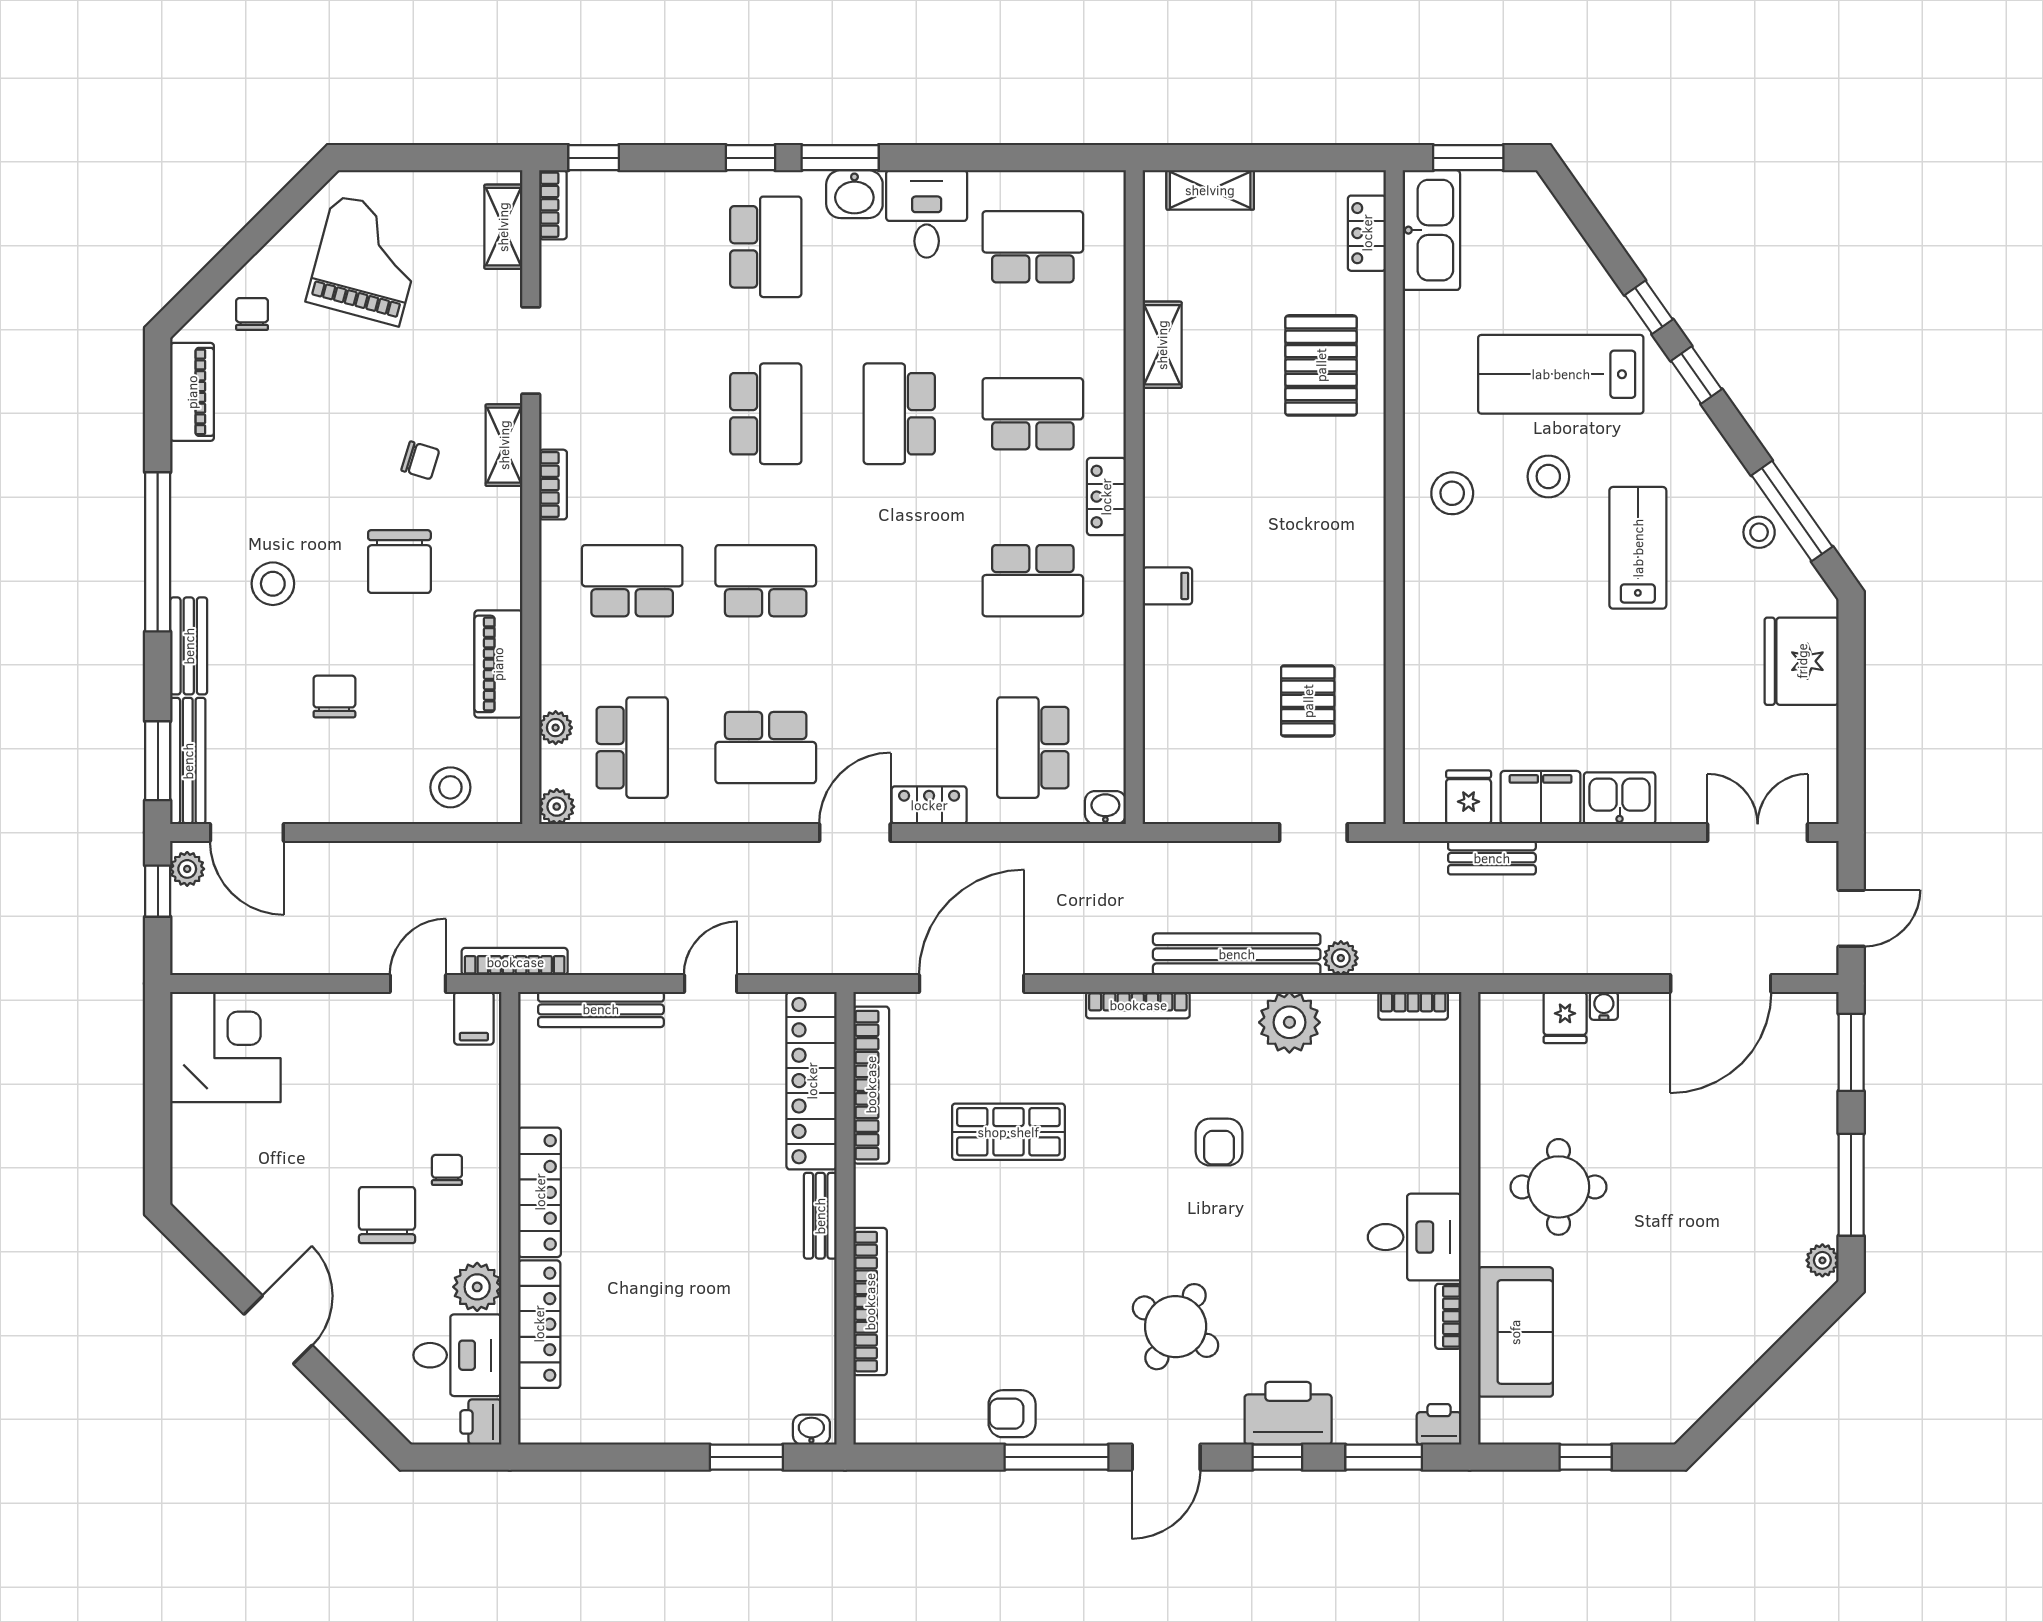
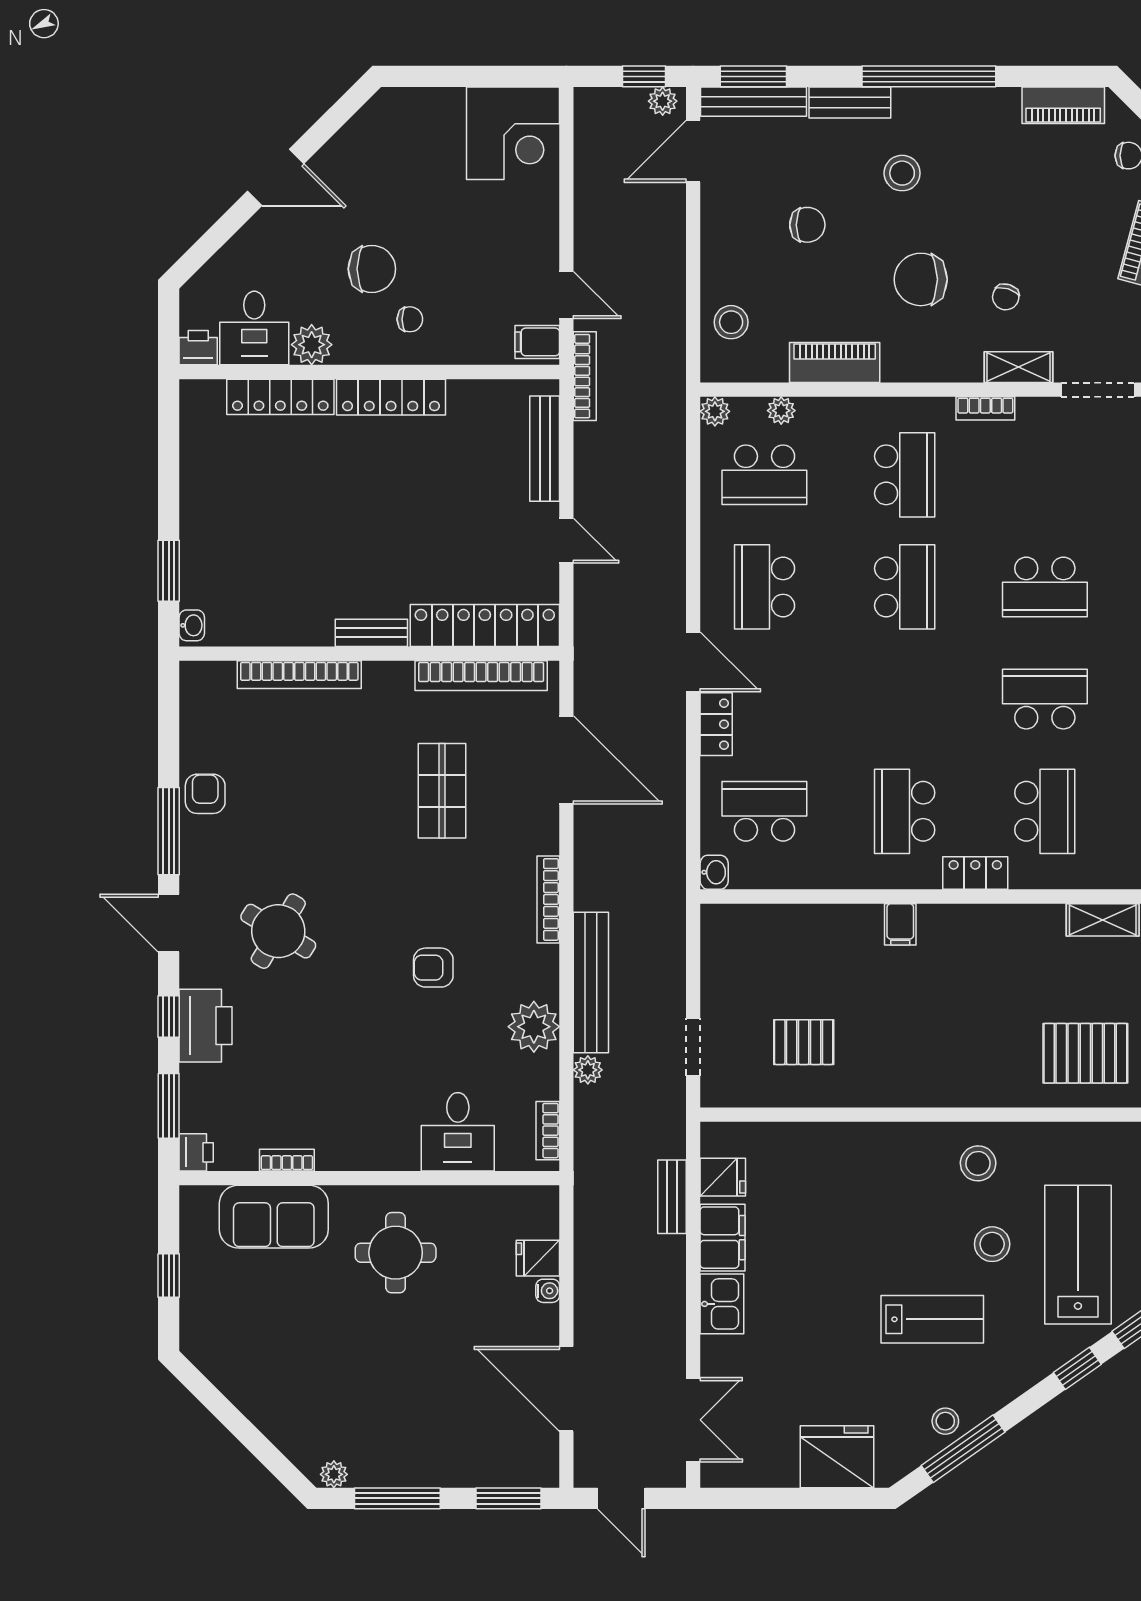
desk: (1415, 1237) -> (458, 1132), moved

